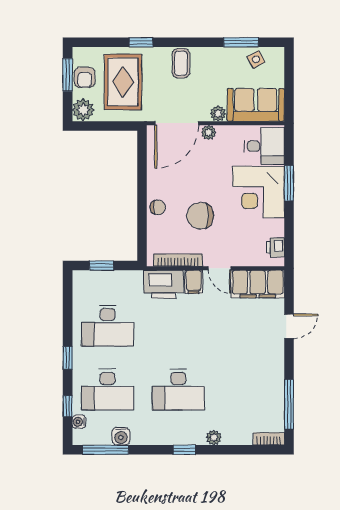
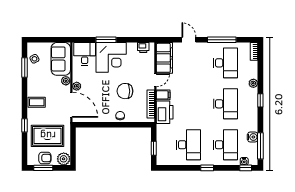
chair: (200, 216) -> (125, 91), turned 90
desk: (249, 390) -> (226, 63), added
window: (289, 404) -> (222, 40), moved
window: (68, 406) -> (246, 168), moved

